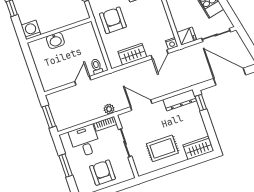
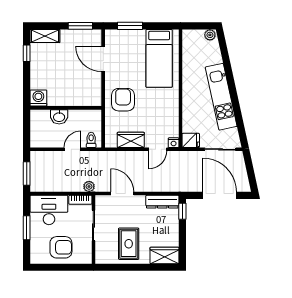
washing machine: (31, 30) -> (38, 98), moved
wall: (59, 30) -> (66, 108), moved
washbasin: (55, 40) -> (59, 117), moved
desk: (85, 141) -> (49, 210), width x1.37
rug: (162, 148) -> (129, 244), turned 90
armchair: (102, 173) -> (61, 247), turned 90

